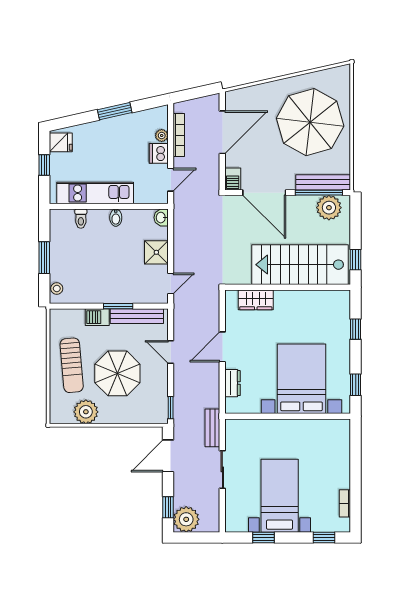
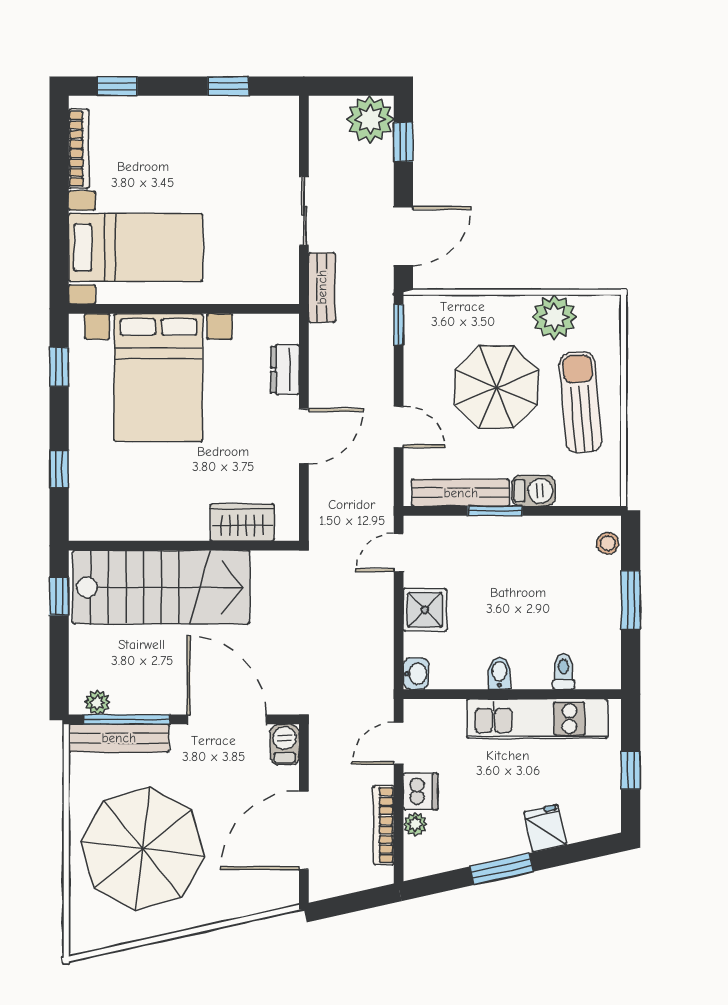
fridge: (61, 142) -> (545, 828), moved, turned 77
plant: (329, 208) -> (97, 702), width x0.53, depth x0.53
bed with nightstands: (280, 496) -> (136, 247), moved, turned -90
bookcase: (345, 503) -> (79, 149), width x1.56

